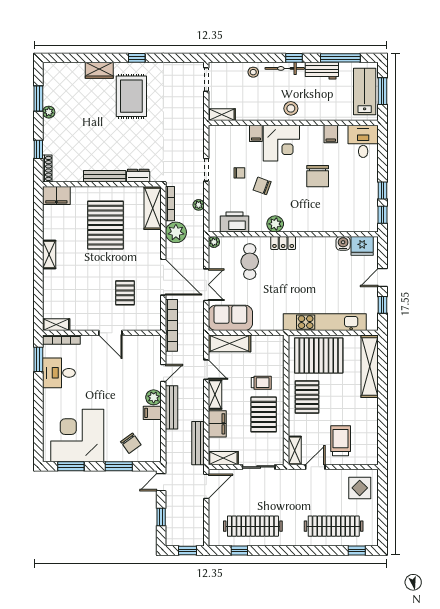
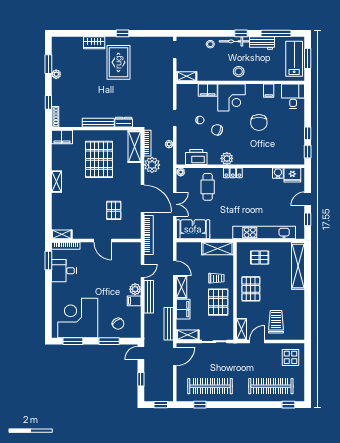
filing cabinet: (256, 133) -> (208, 90), width x2.00
shelving: (229, 343) -> (218, 248), moved
pallet: (319, 355) -> (260, 258), width x0.49, depth x0.50

